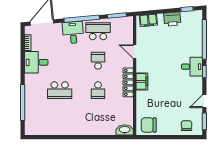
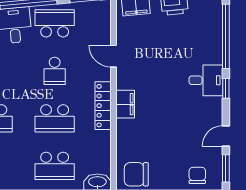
school desk: (98, 61) -> (55, 71), turned 180
school desk: (98, 90) -> (55, 118), width x1.85
school desk: (98, 120) -> (55, 166), added

